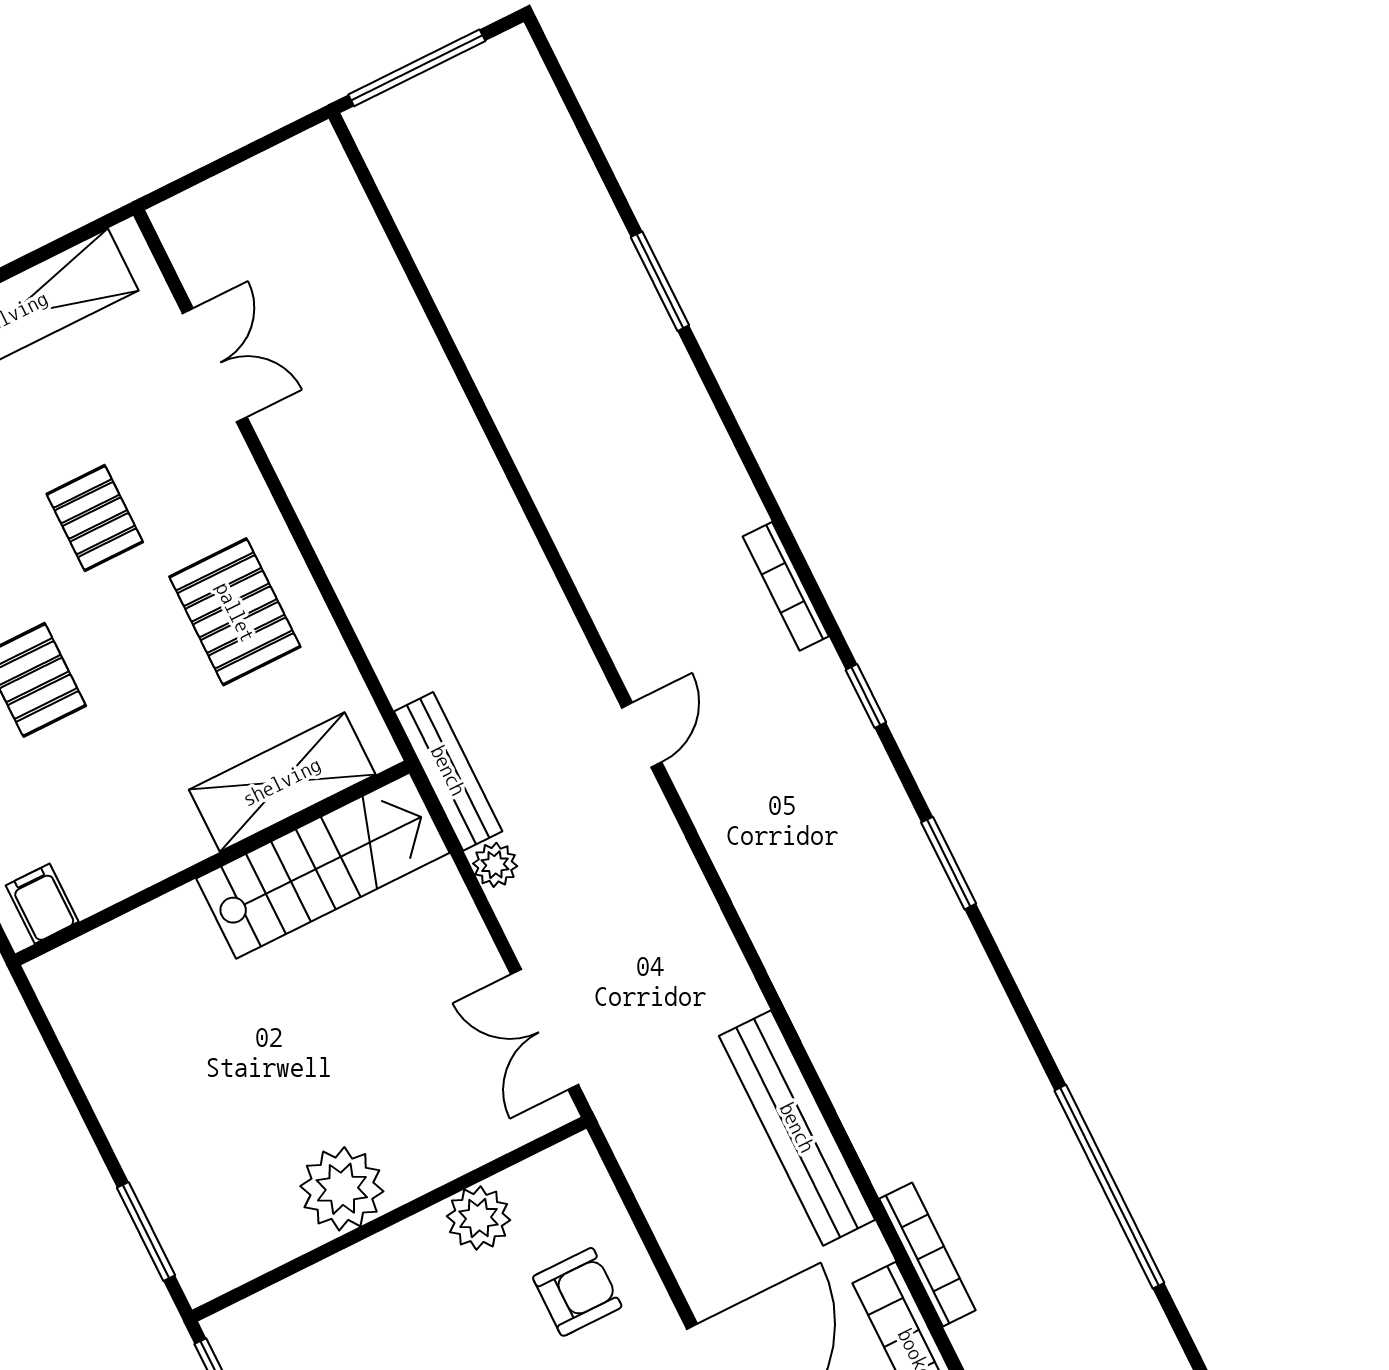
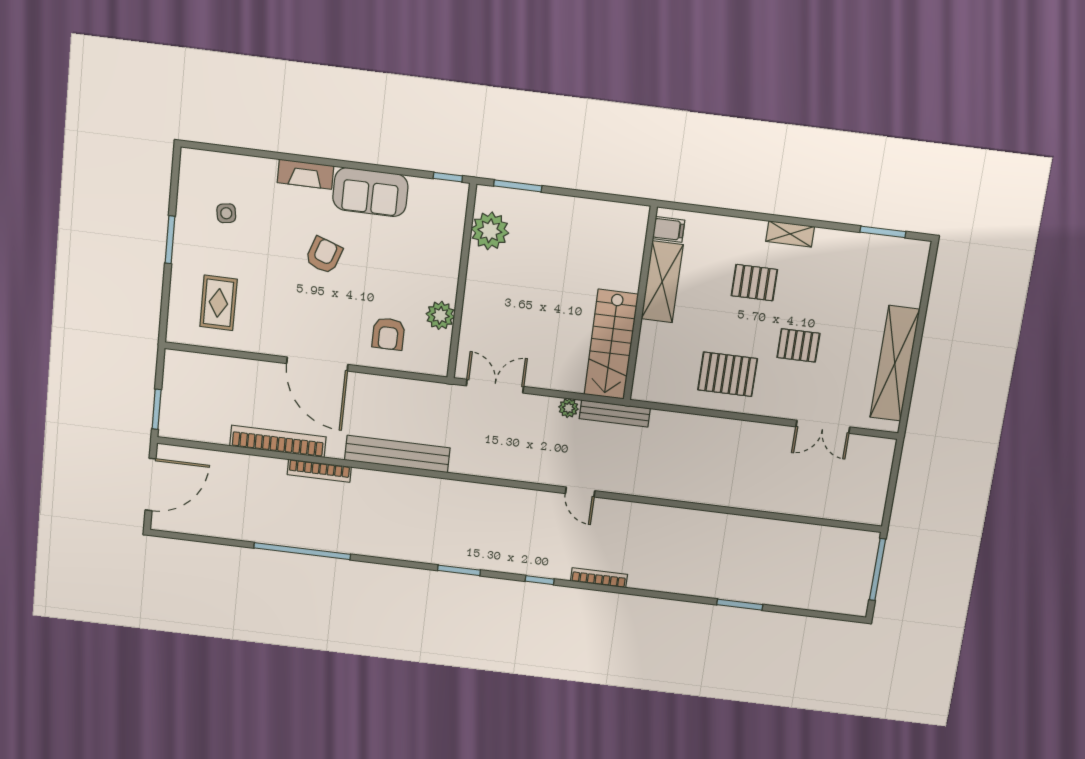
shelving: (282, 782) -> (662, 282), moved
plant: (342, 1189) -> (490, 231), moved

